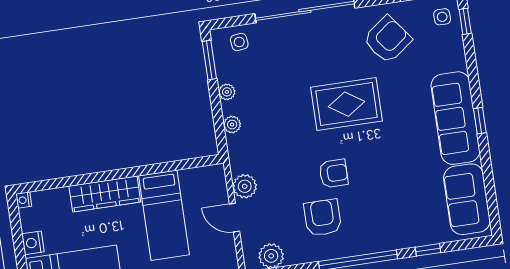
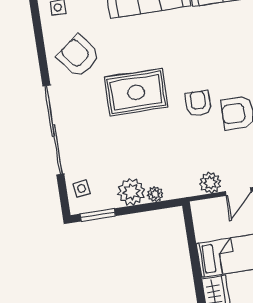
plant: (227, 92) -> (131, 192), width x1.88, depth x1.88
rug: (346, 104) -> (136, 92), turned 90

